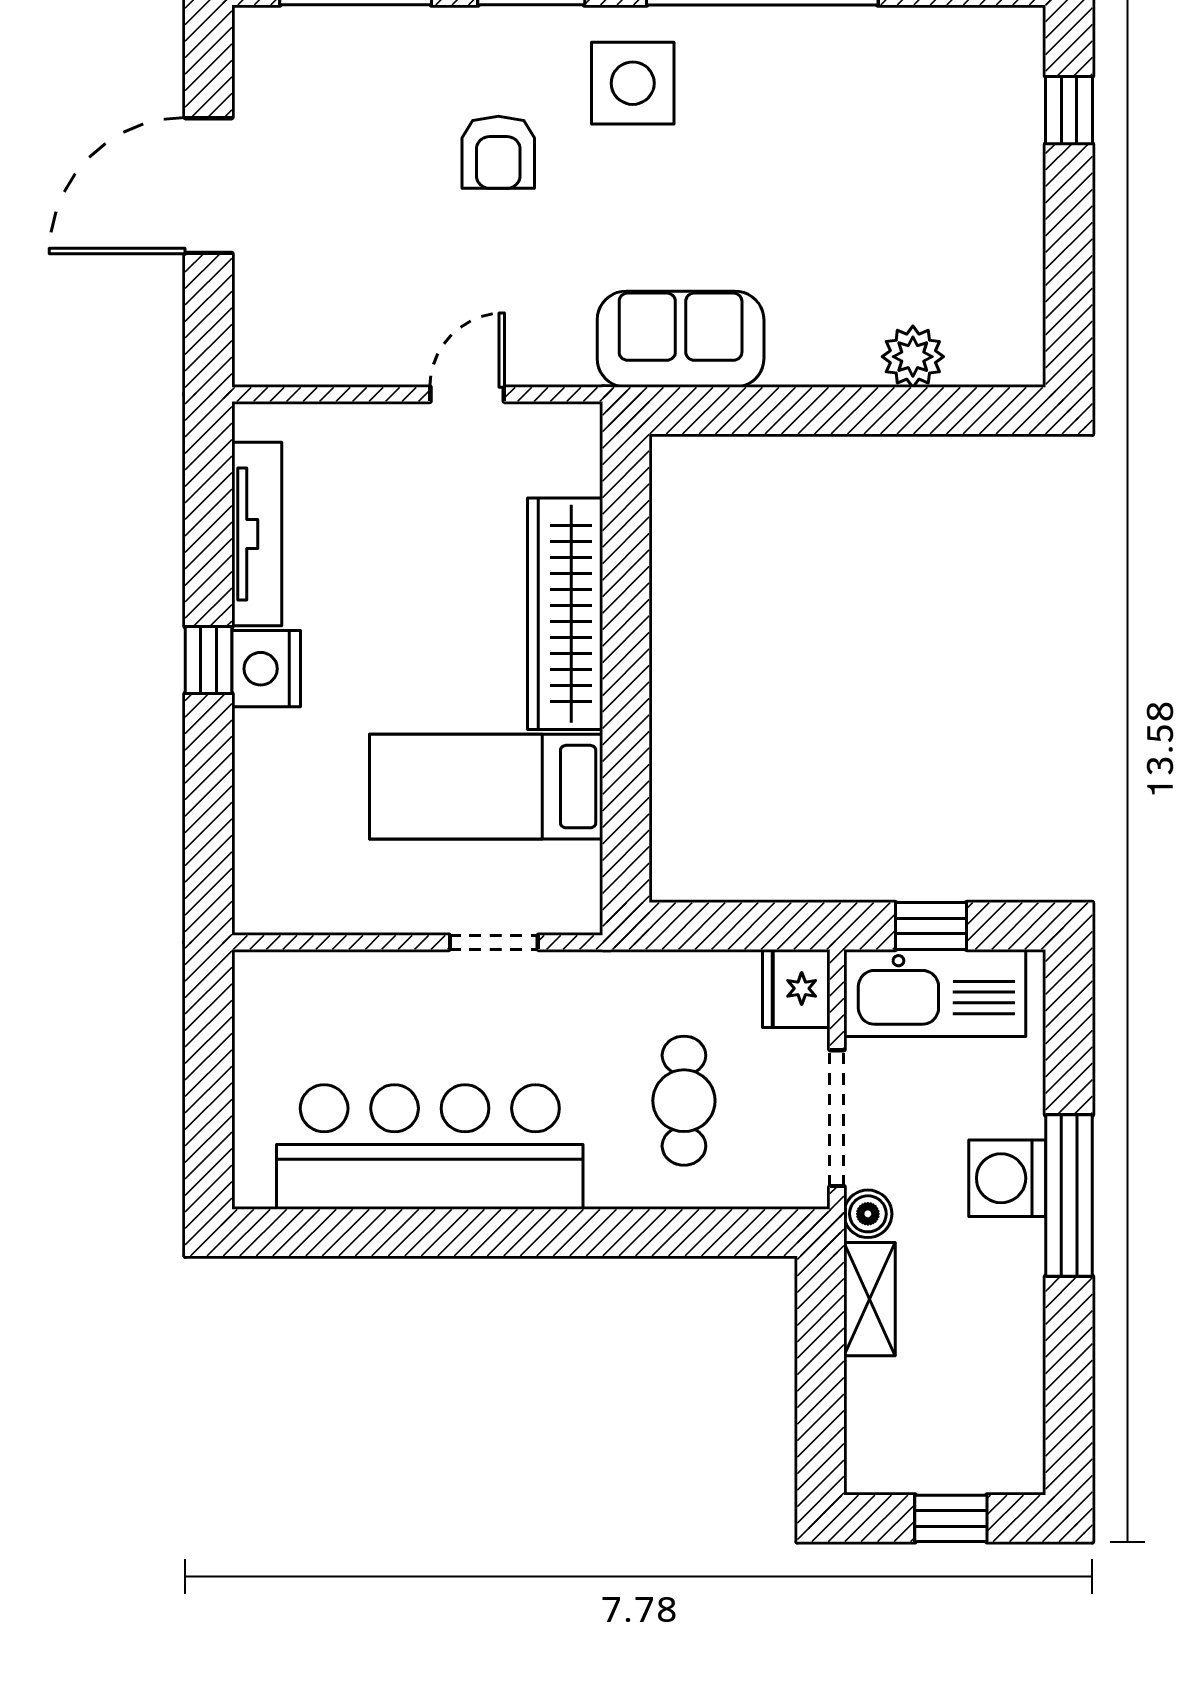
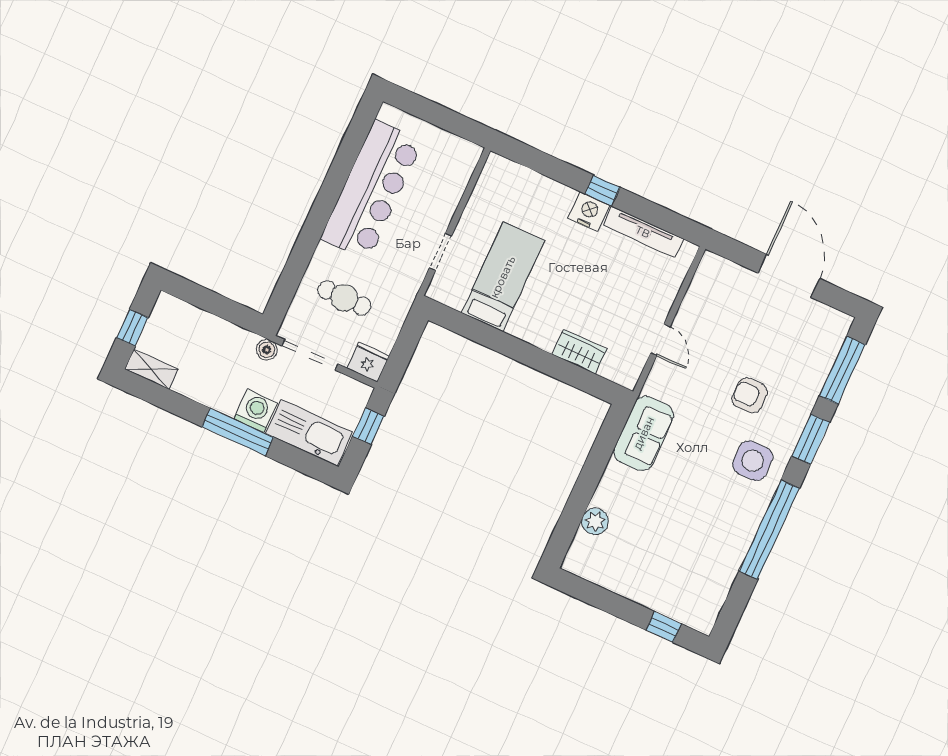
wardrobe: (565, 614) -> (579, 352), width x0.48, depth x0.85
kitchen sink: (935, 993) -> (309, 433), moved, turned 90
shelving: (869, 1299) -> (151, 369), moved

